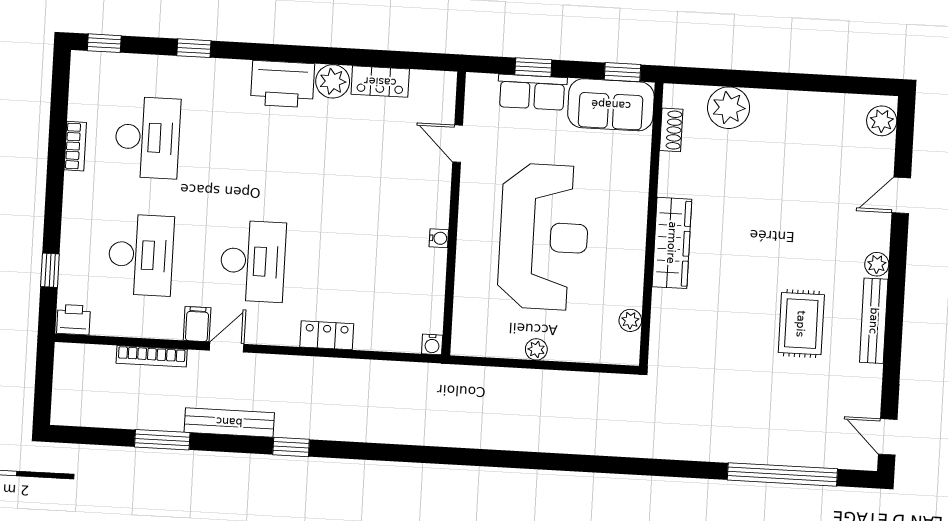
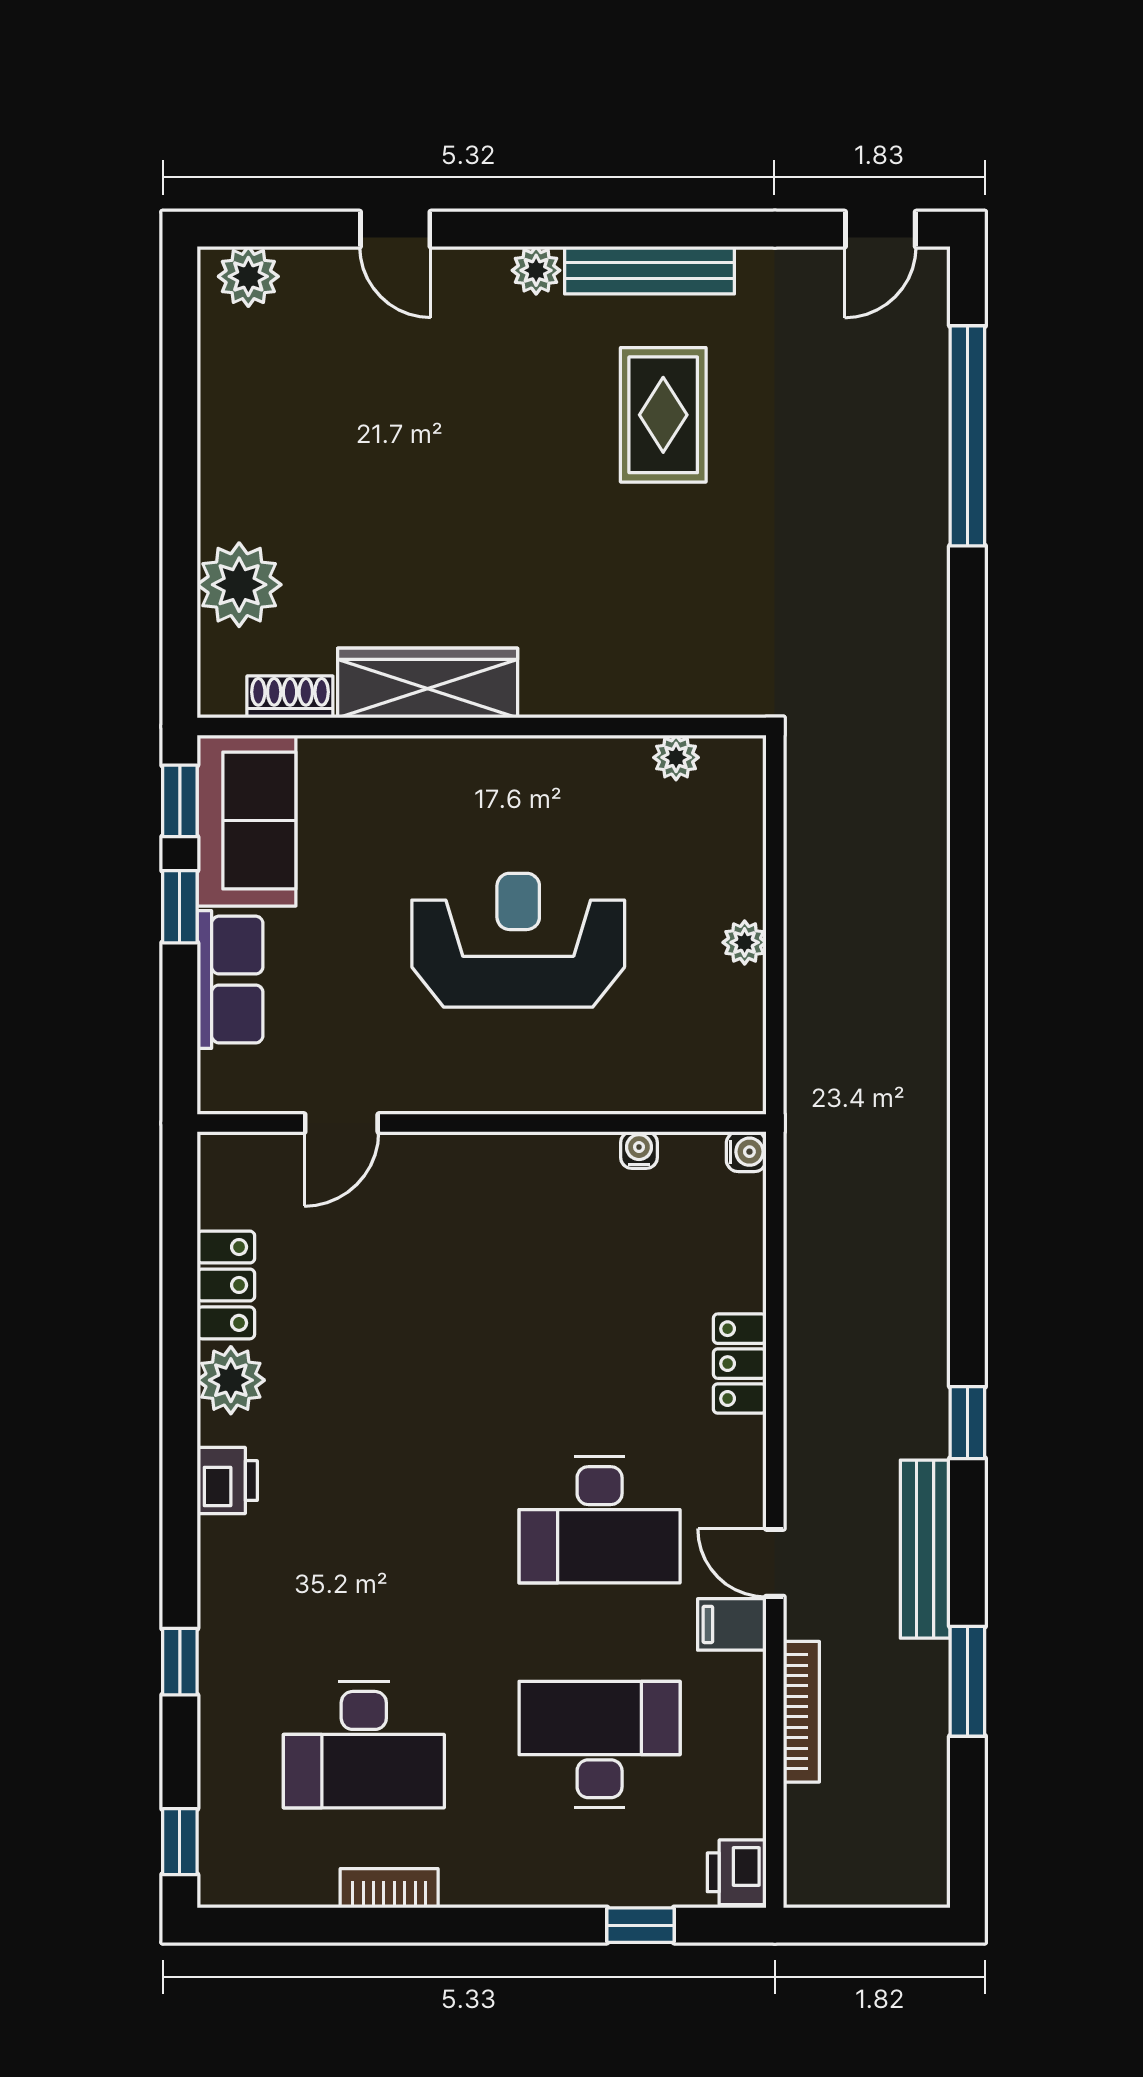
window: (533, 67) -> (180, 907), moved
printer: (282, 84) -> (227, 1481), width x0.53, depth x0.68
desk: (148, 137) -> (364, 1745), turned 180
reception desk: (544, 237) -> (518, 940), width x0.74, depth x0.77
water cooler: (439, 238) -> (639, 1150), moved
wardrobe: (672, 243) -> (428, 683), moved
desk: (253, 261) -> (600, 1520), turned 180
rug: (801, 324) -> (663, 415), turned 90

